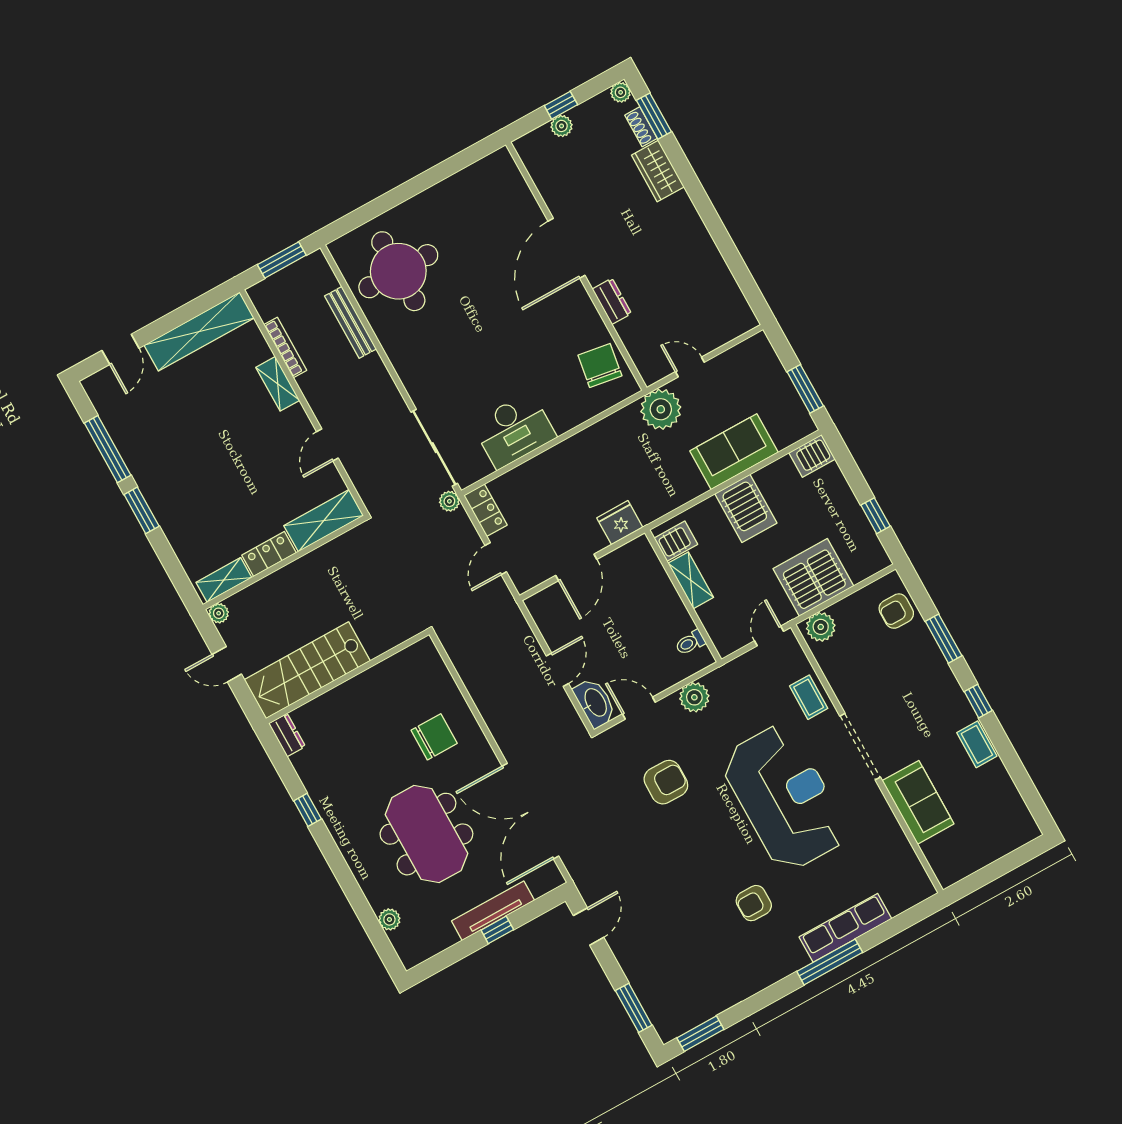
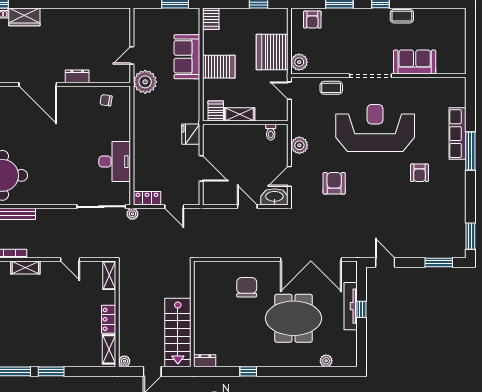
chair: (600, 365) -> (106, 100), width x0.54, depth x0.54
shelving: (324, 521) -> (109, 275), width x0.67, depth x0.75

